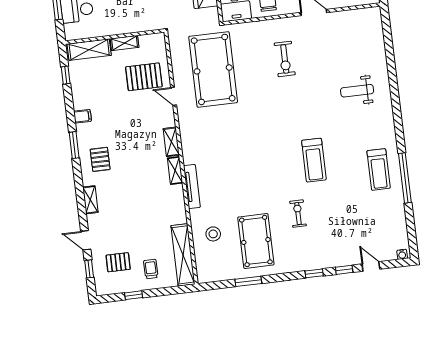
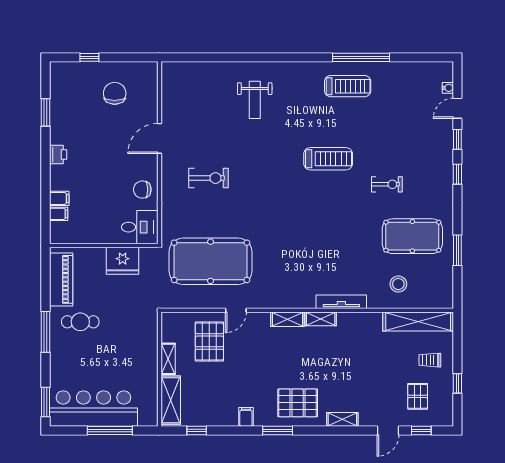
pallet: (100, 159) -> (298, 403), width x1.50, depth x1.42
exercise bike: (298, 214) -> (387, 184), turned 180
water cooler: (402, 254) -> (448, 88), moved

